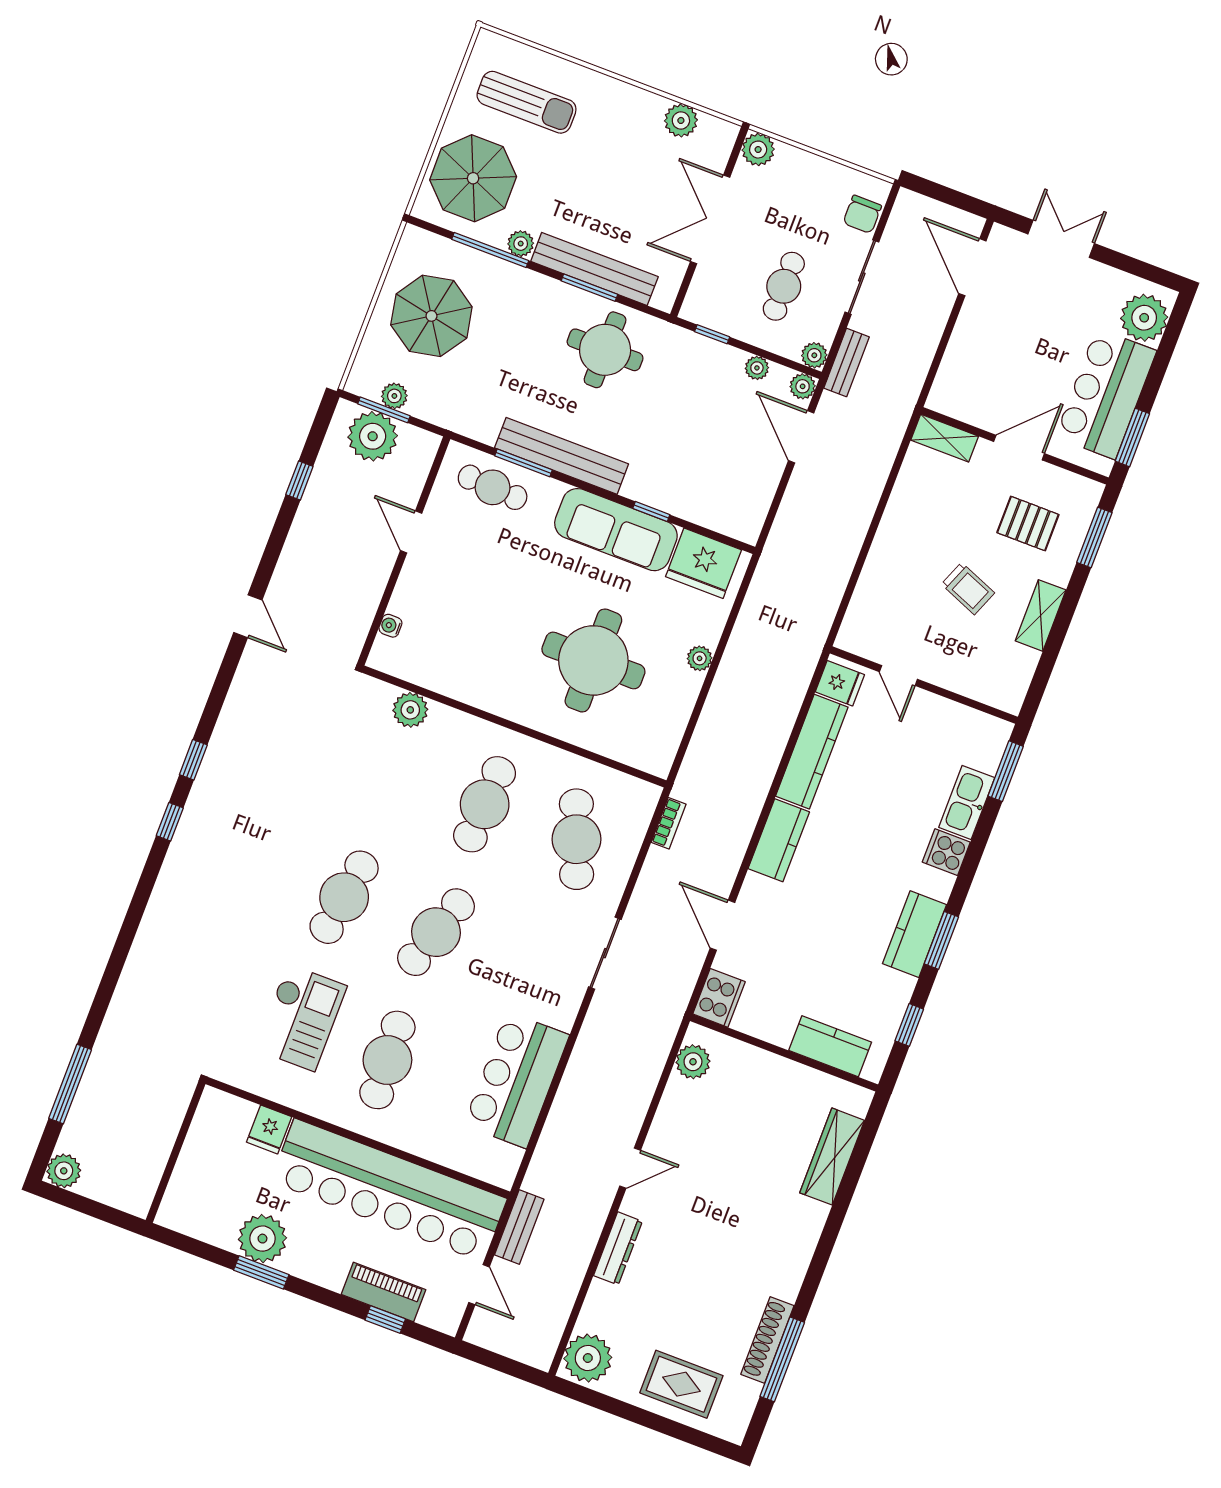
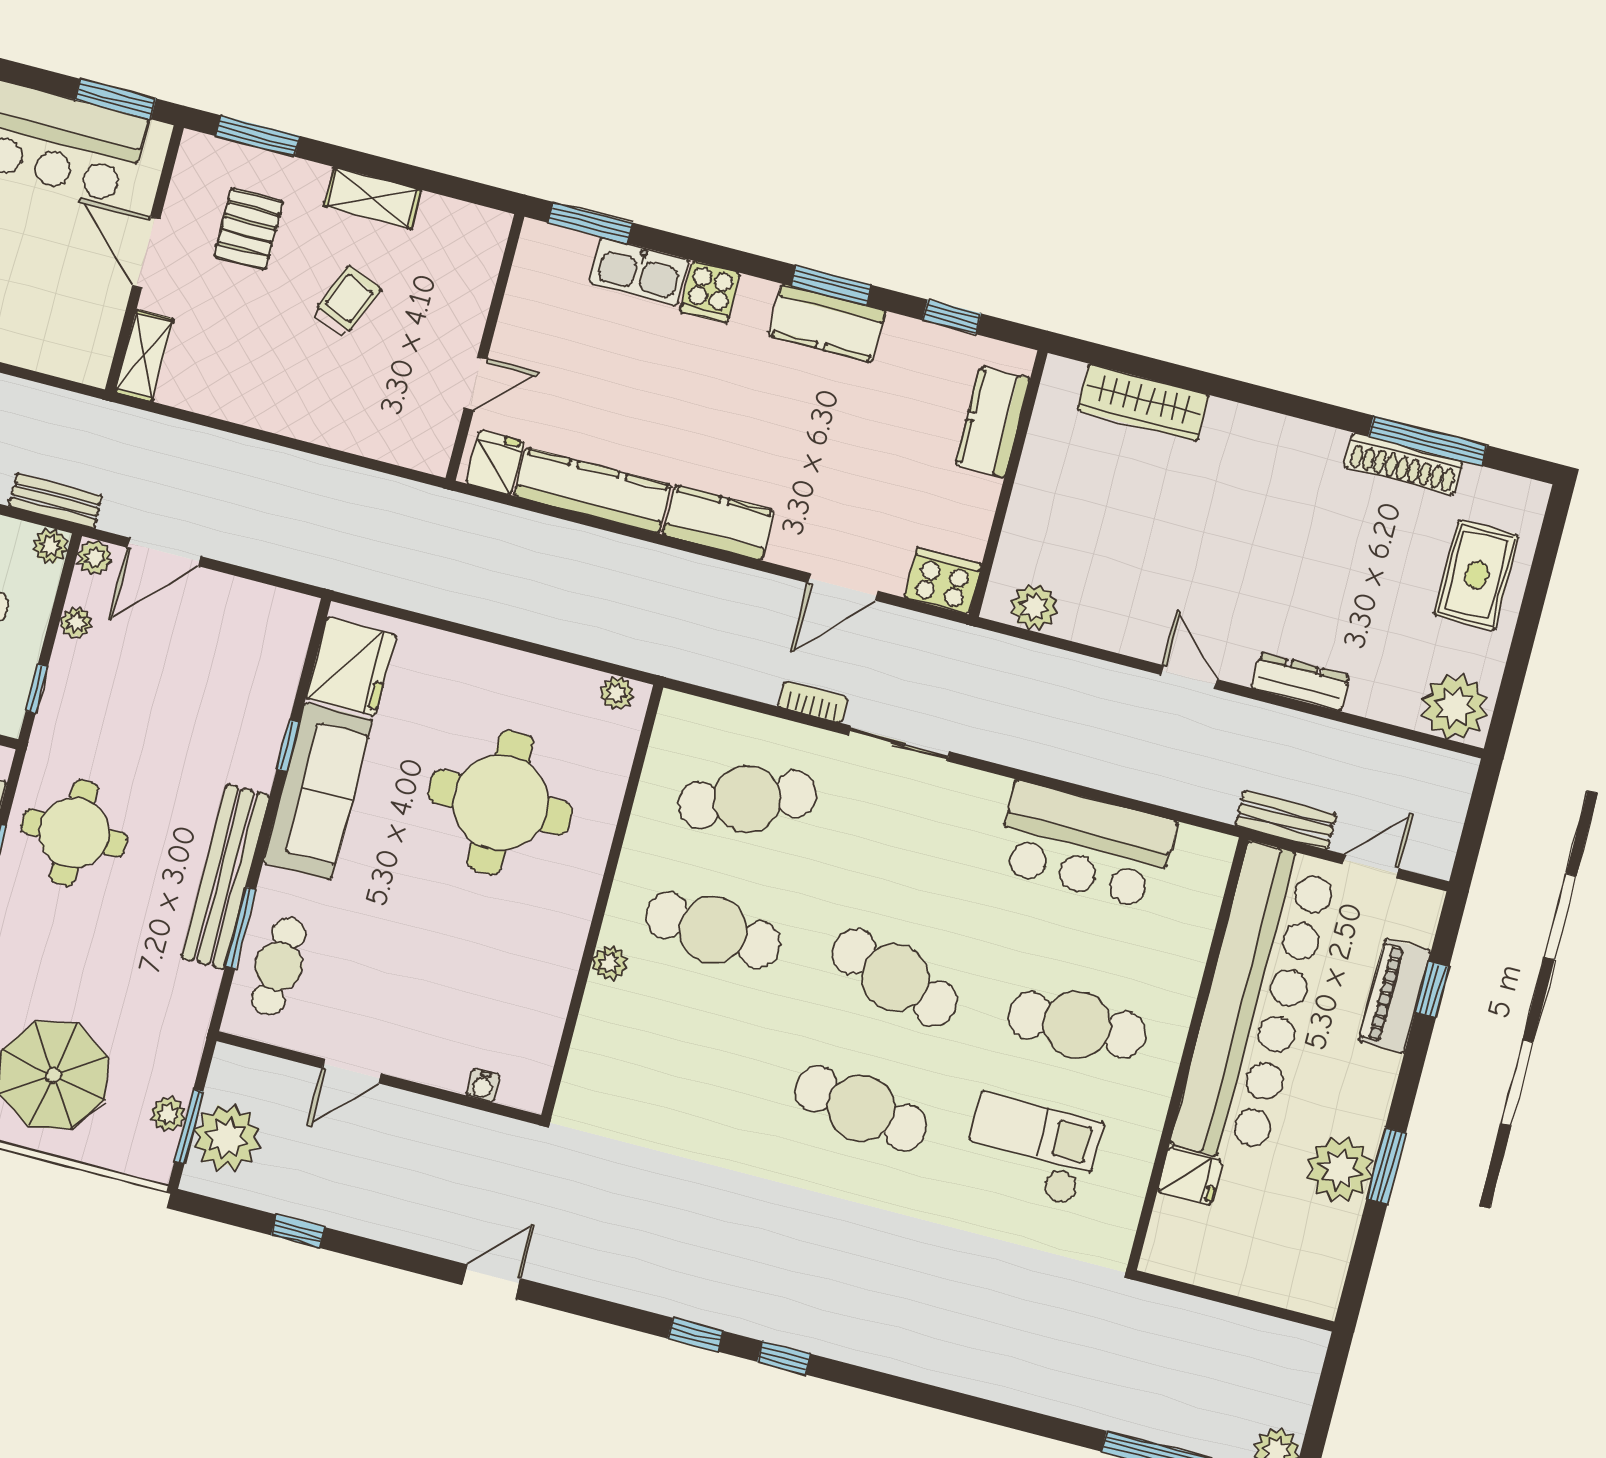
plant: (700, 658) -> (617, 693), moved
plant: (410, 710) -> (610, 963), moved, width x0.73, depth x0.73
bookcase: (669, 823) -> (813, 702), moved

